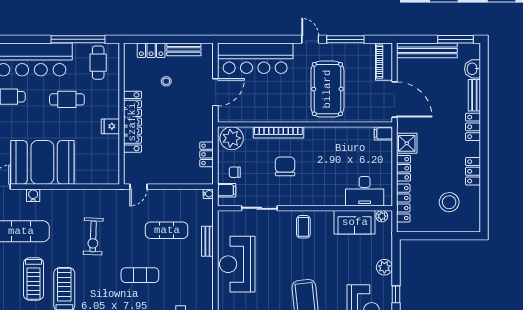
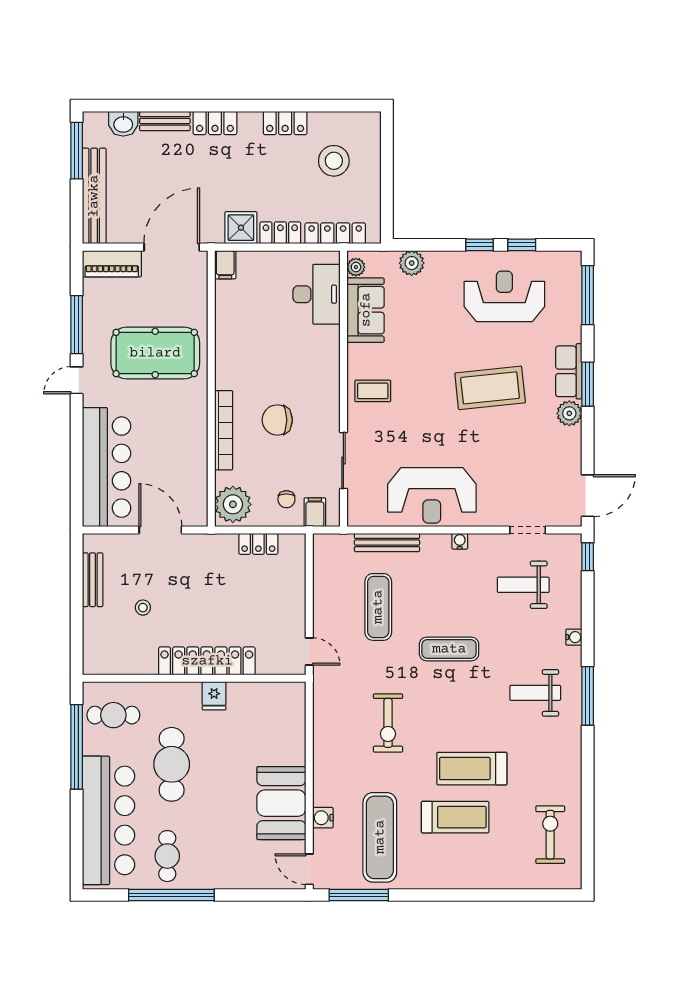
locker: (151, 50) -> (94, 631), removed
cafe table: (67, 99) -> (172, 764), width x1.37, depth x1.35
booth: (42, 162) -> (281, 803), width x0.73, depth x0.70
water cooler: (208, 194) -> (460, 541), moved
exercise bike: (93, 236) -> (388, 723), turned 88
bench: (207, 241) -> (387, 542), width x1.36
plant: (384, 267) -> (412, 263), moved
exercise mat: (140, 275) -> (449, 649), turned 90

